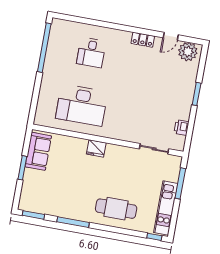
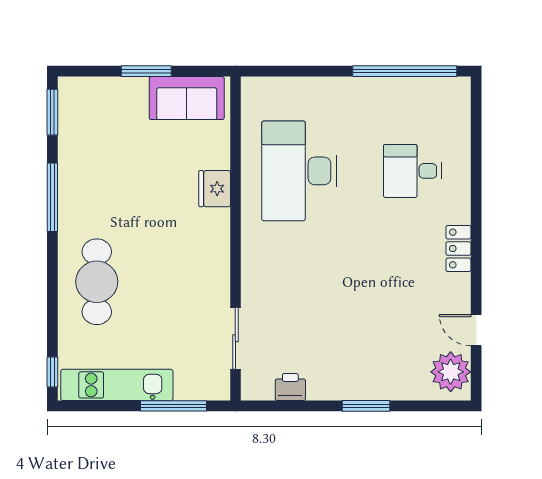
locker: (143, 40) -> (458, 249), moved
fridge: (96, 148) -> (215, 189), moved

